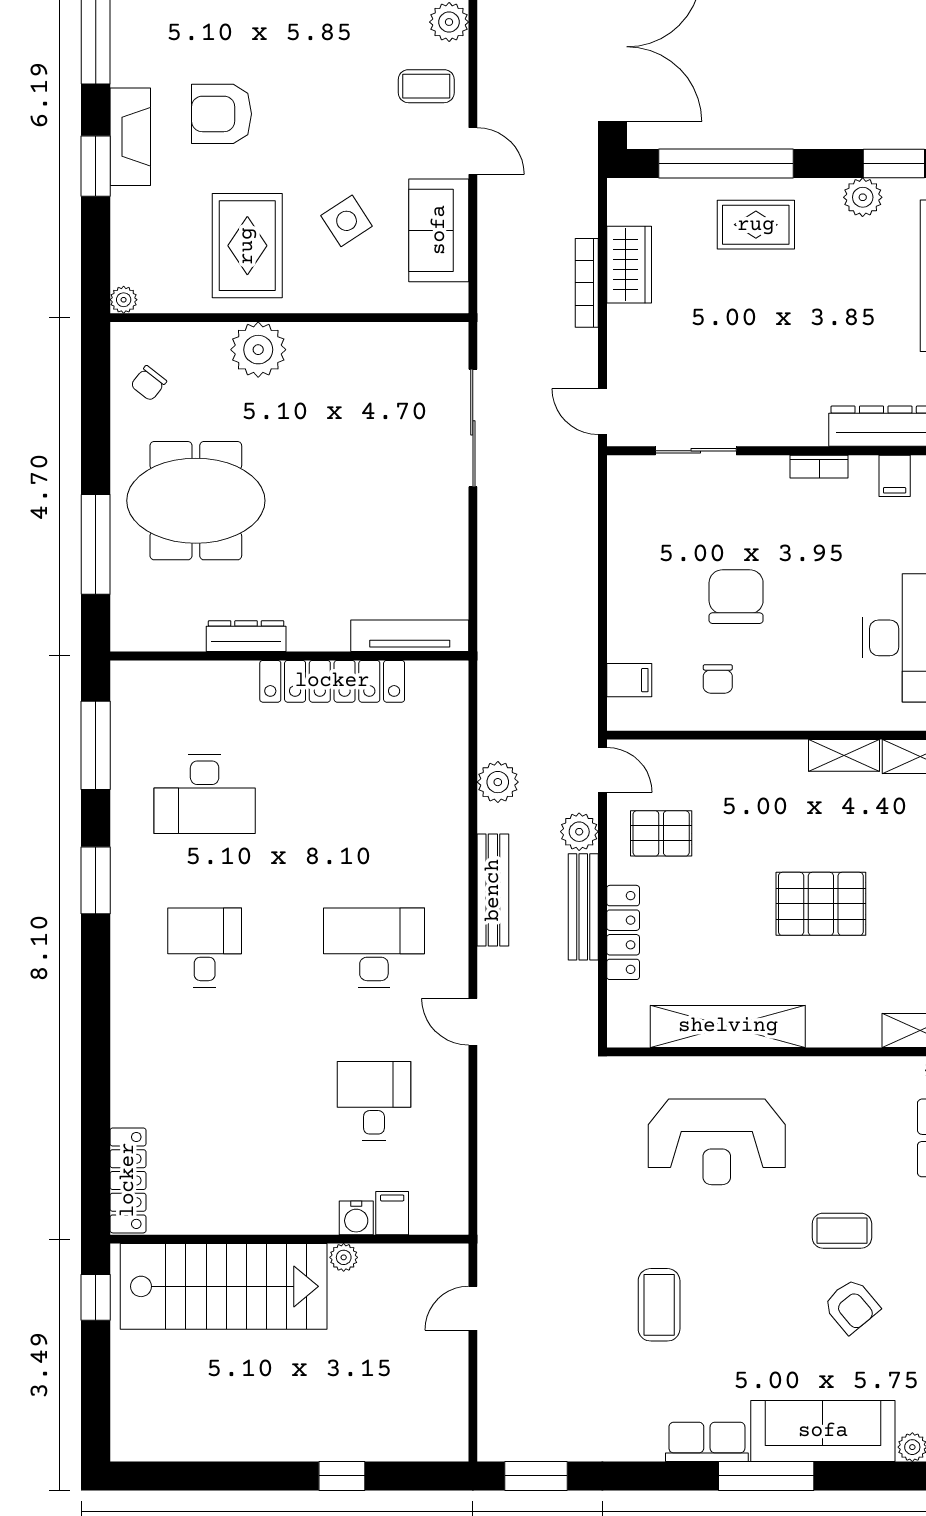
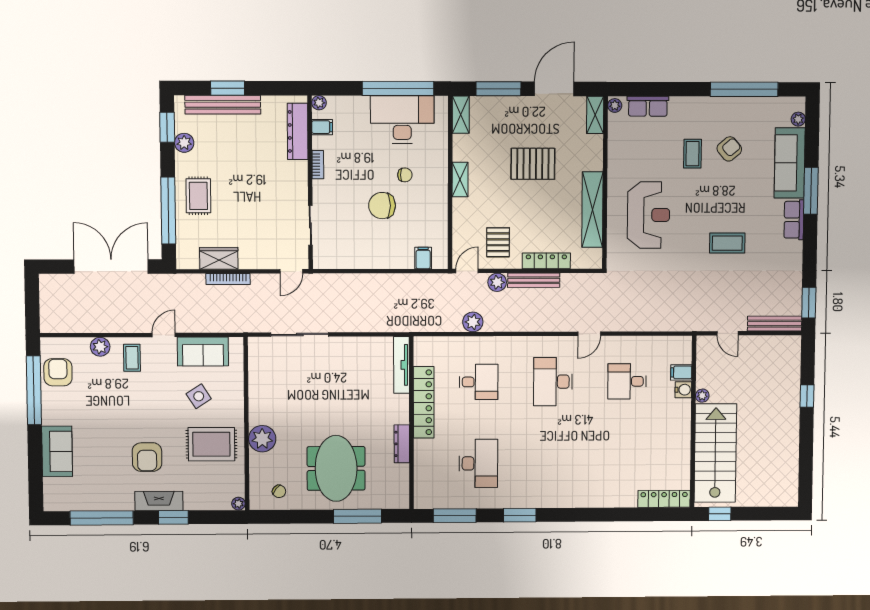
chair: (718, 679) -> (405, 175), moved
shelving: (844, 755) -> (460, 180), moved
bench: (493, 890) -> (775, 324), moved
pallet: (821, 904) -> (533, 164), turned 90
desk: (205, 948) -> (479, 382), moved, turned 180

